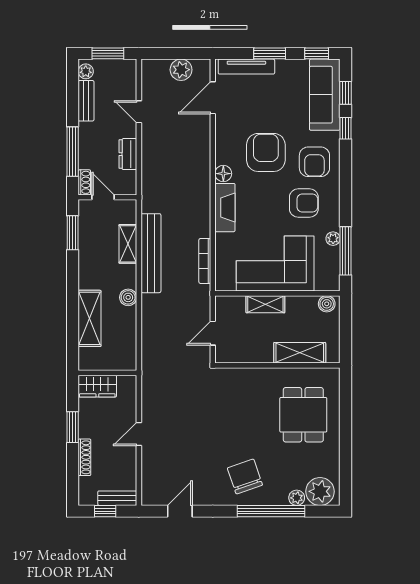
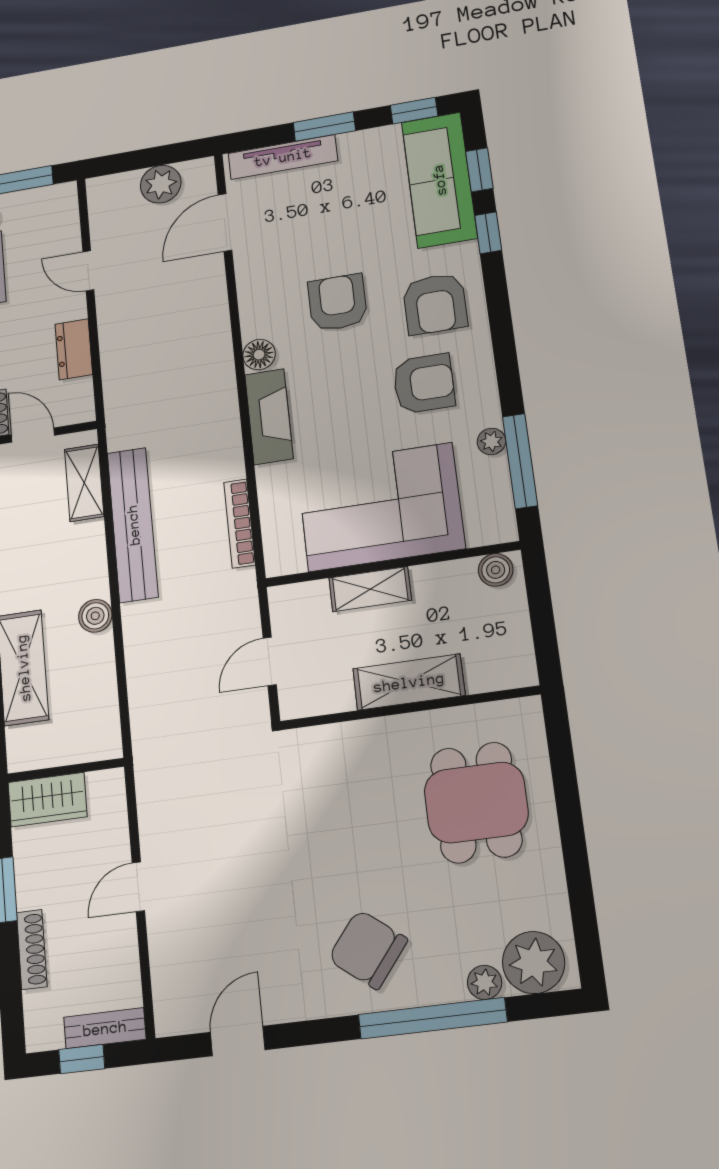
armchair: (266, 152) -> (338, 303), width x0.73, depth x0.73
shelving: (128, 244) -> (84, 483), moved
shelving: (300, 353) -> (409, 682), moved
chair: (245, 476) -> (368, 949), turned -33

